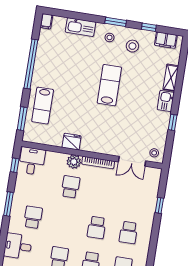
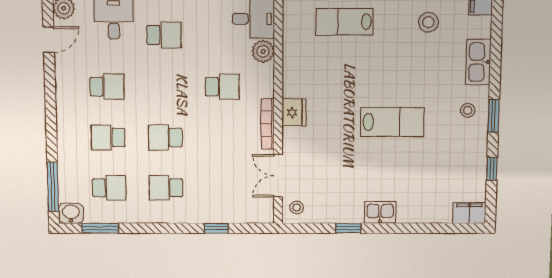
filing cabinet: (166, 40) -> (469, 213), moved, turned 90
stool: (132, 46) -> (428, 22), moved
shelving: (171, 78) -> (418, 215), removed
fridge: (72, 142) -> (294, 113), moved
plant: (74, 162) -> (263, 51), moved

